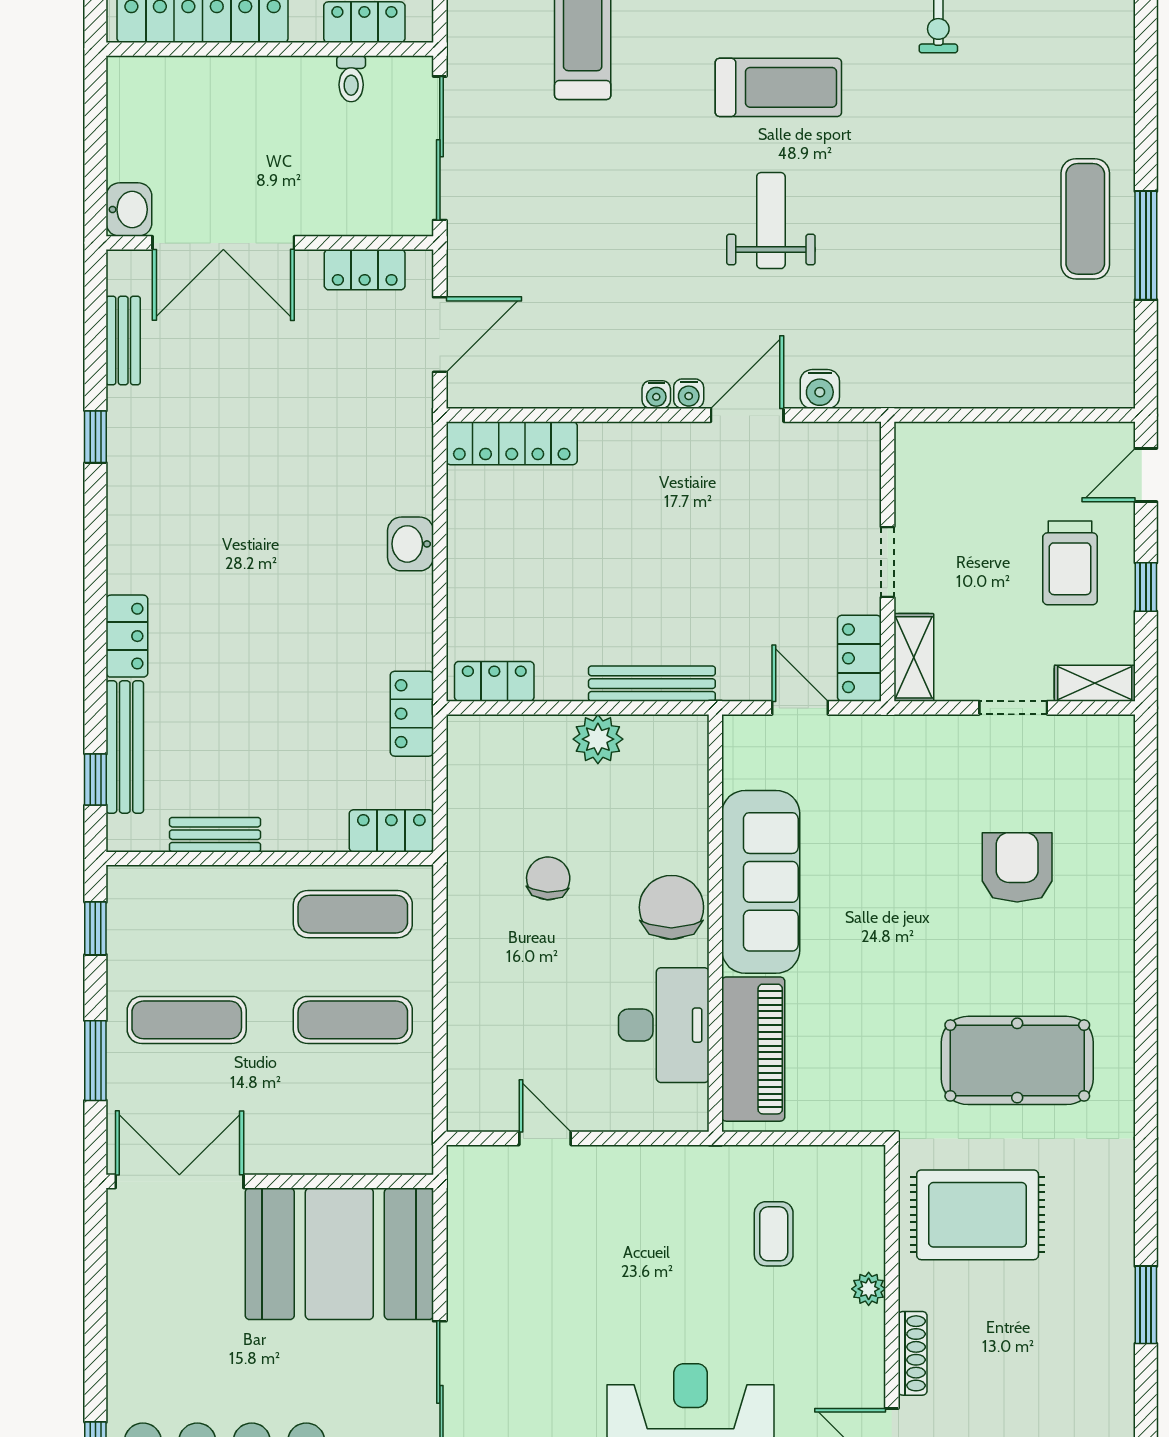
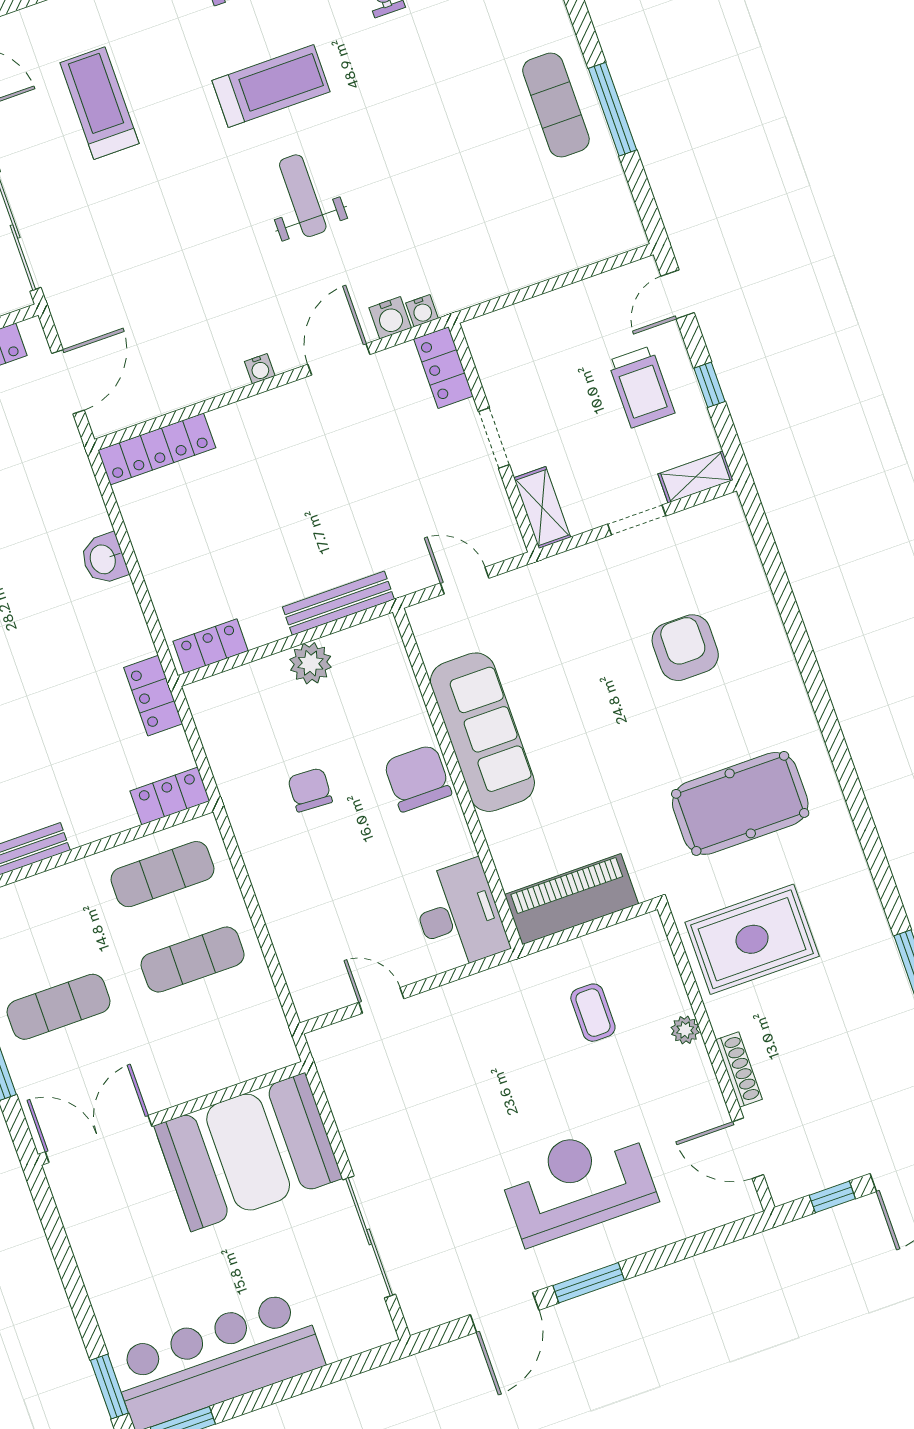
water cooler: (689, 394) -> (422, 311), moved
locker: (859, 658) -> (443, 368), moved
desk: (664, 1025) -> (459, 915), moved
piano: (753, 1049) -> (571, 899), moved, turned -90

